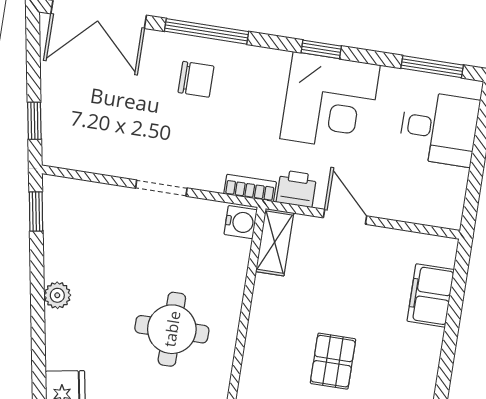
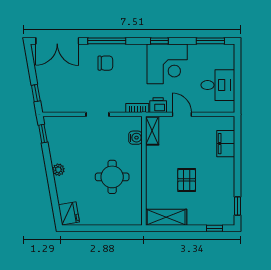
desk: (439, 128) -> (218, 85), moved
water cooler: (241, 222) -> (135, 138), moved

